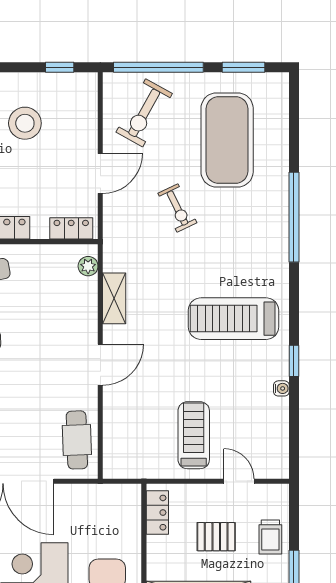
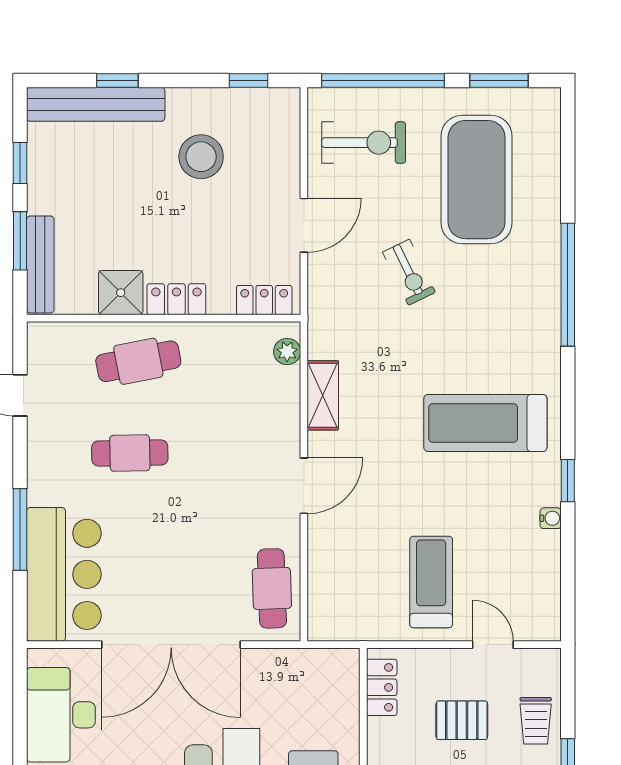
exercise bike: (144, 113) -> (364, 143), turned -119

